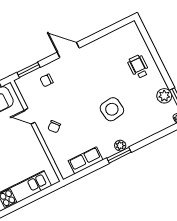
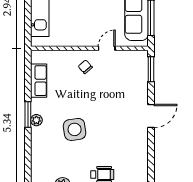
chair: (47, 80) -> (133, 81), removed

